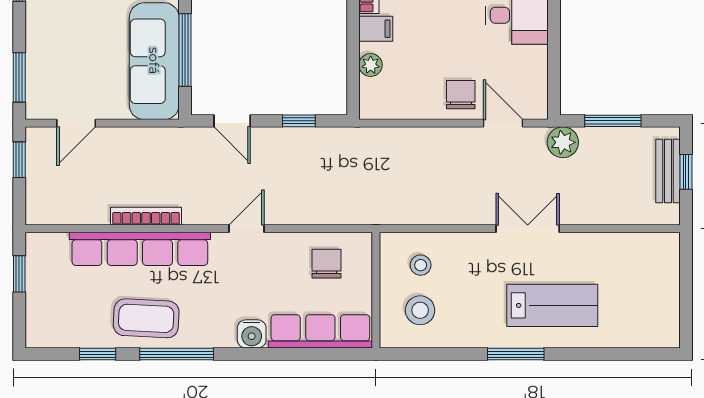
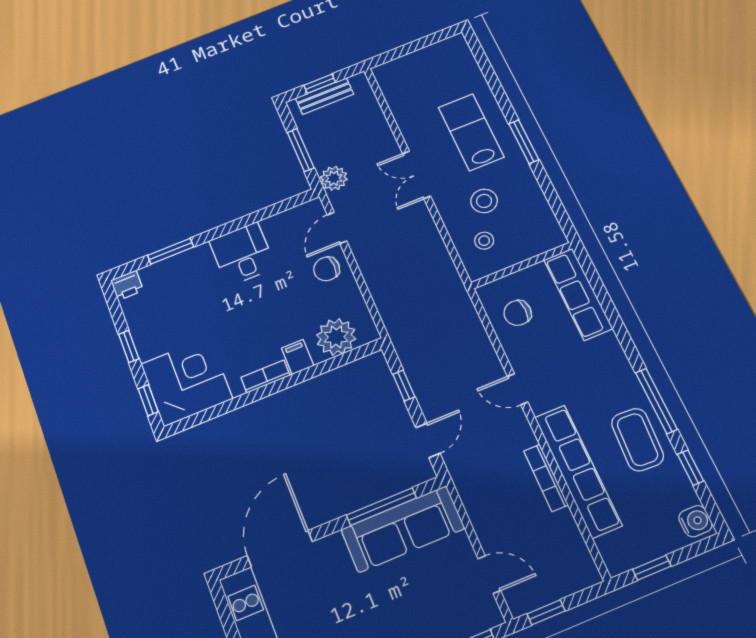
plant: (371, 65) -> (336, 337), width x1.88, depth x1.88
stool: (420, 310) -> (484, 201), moved
water cooler: (252, 334) -> (695, 521), moved

